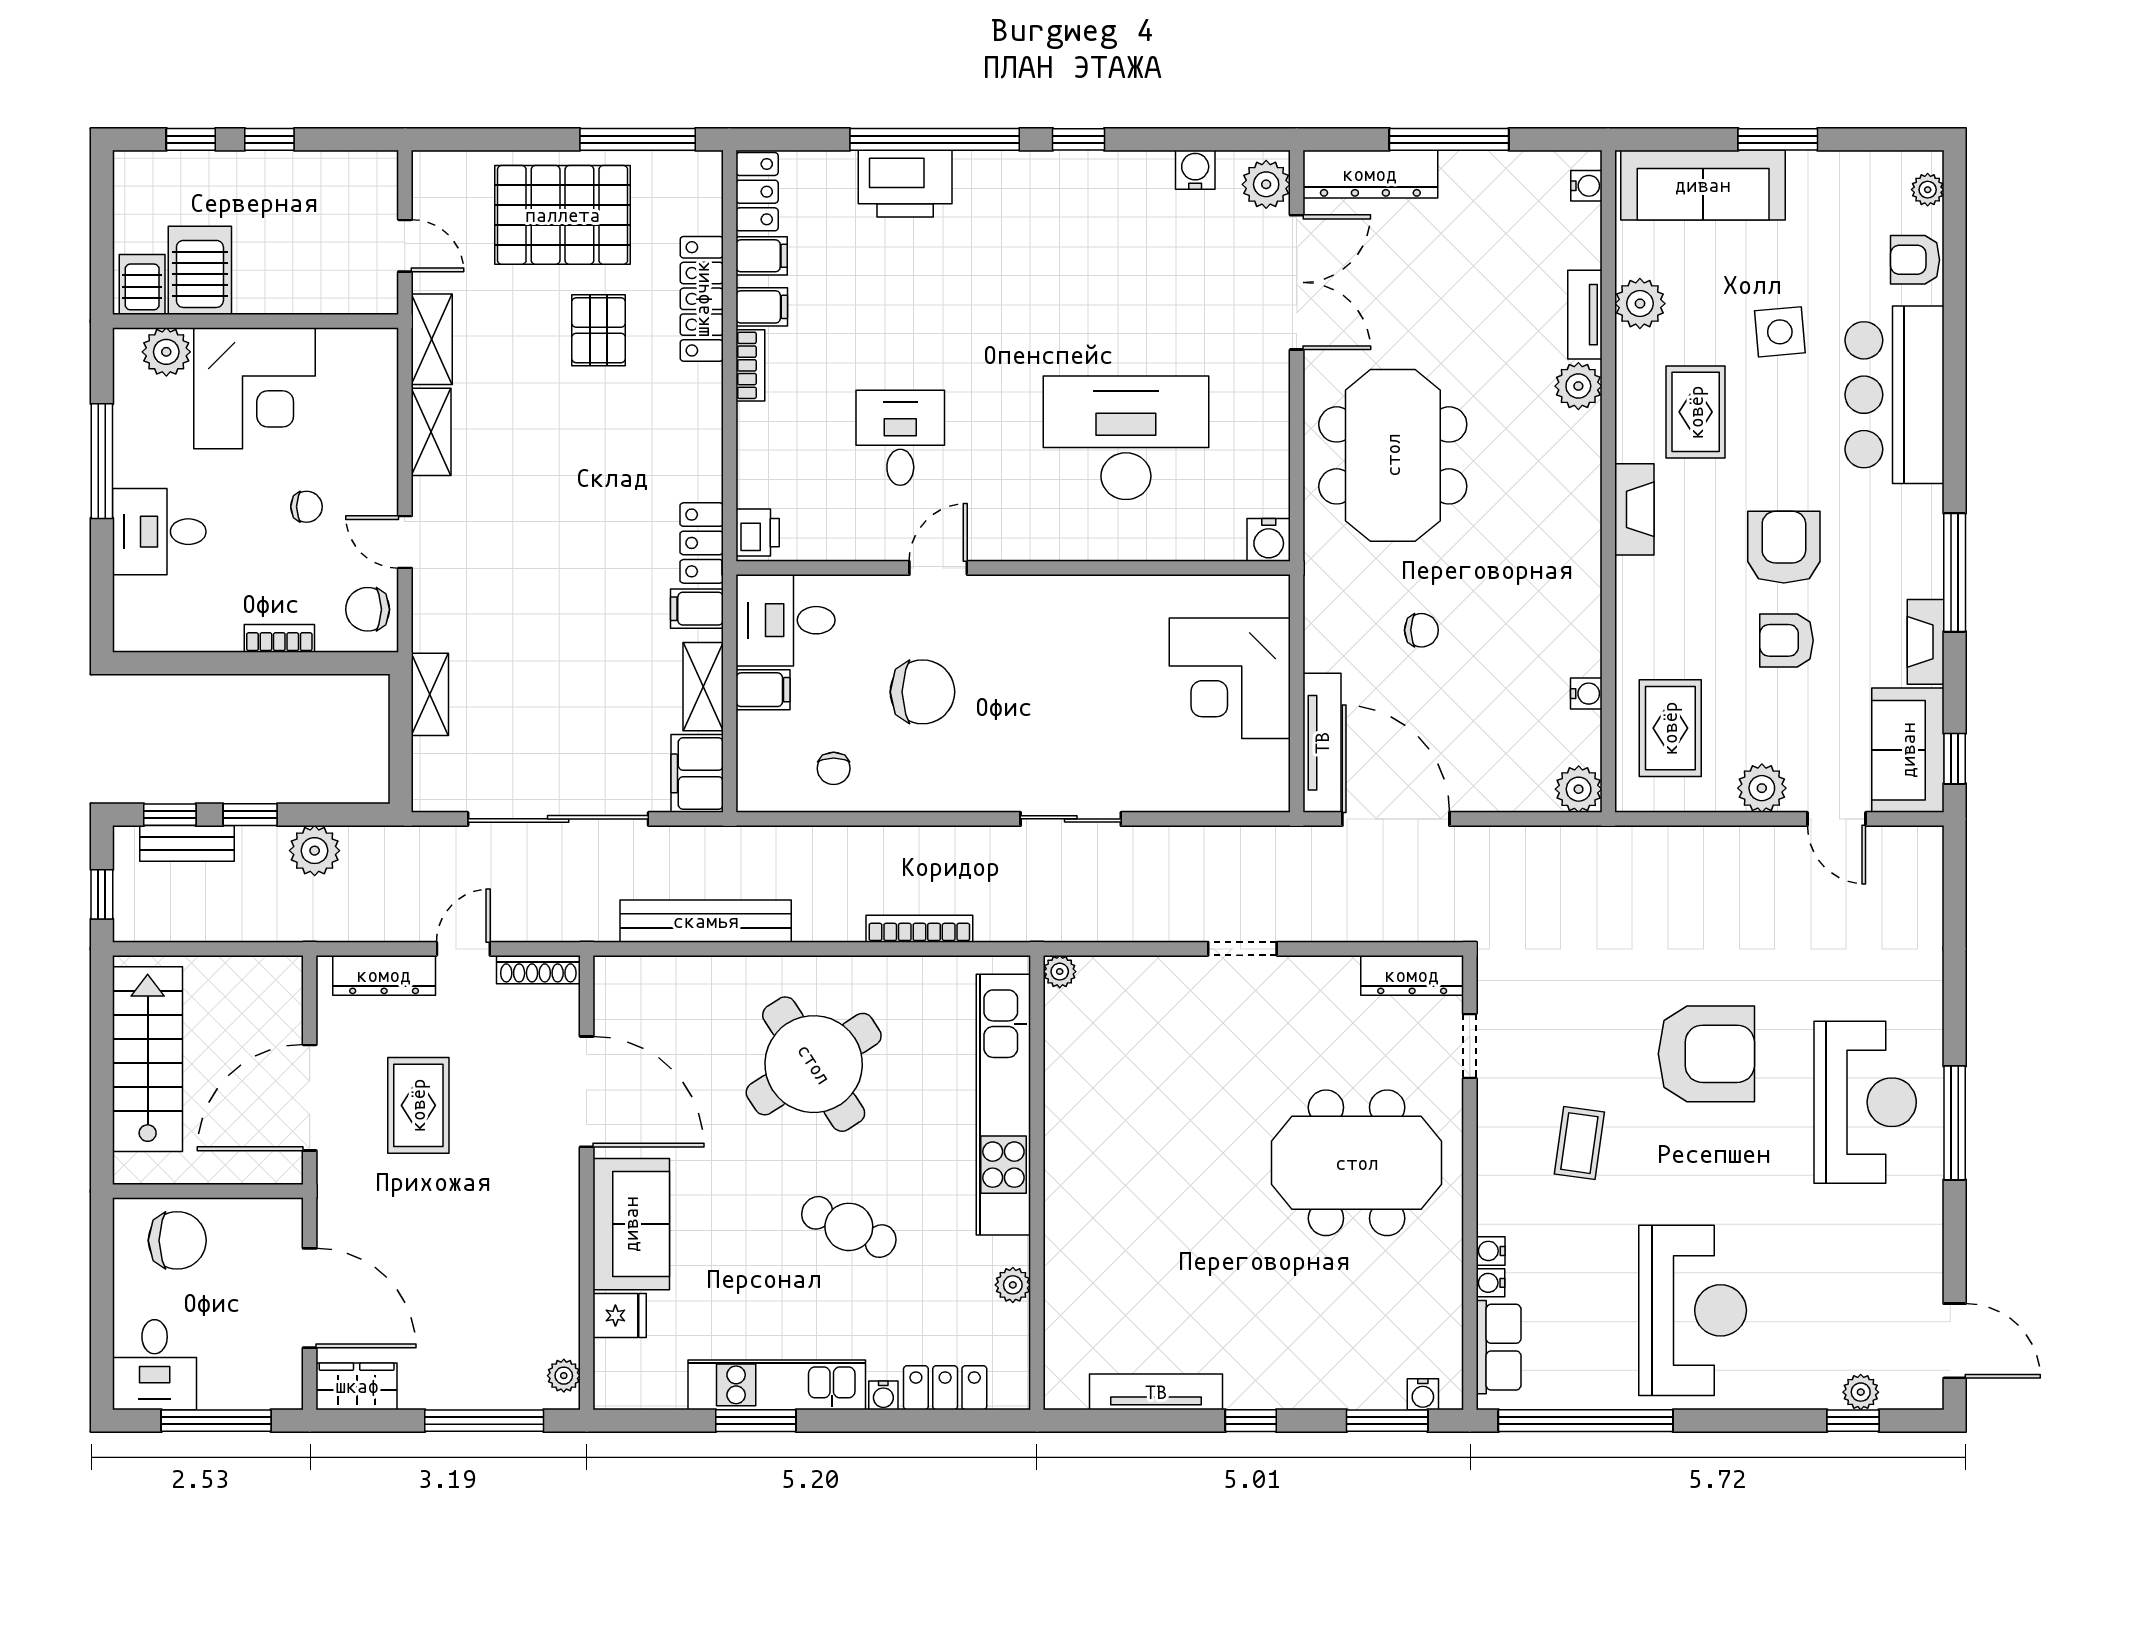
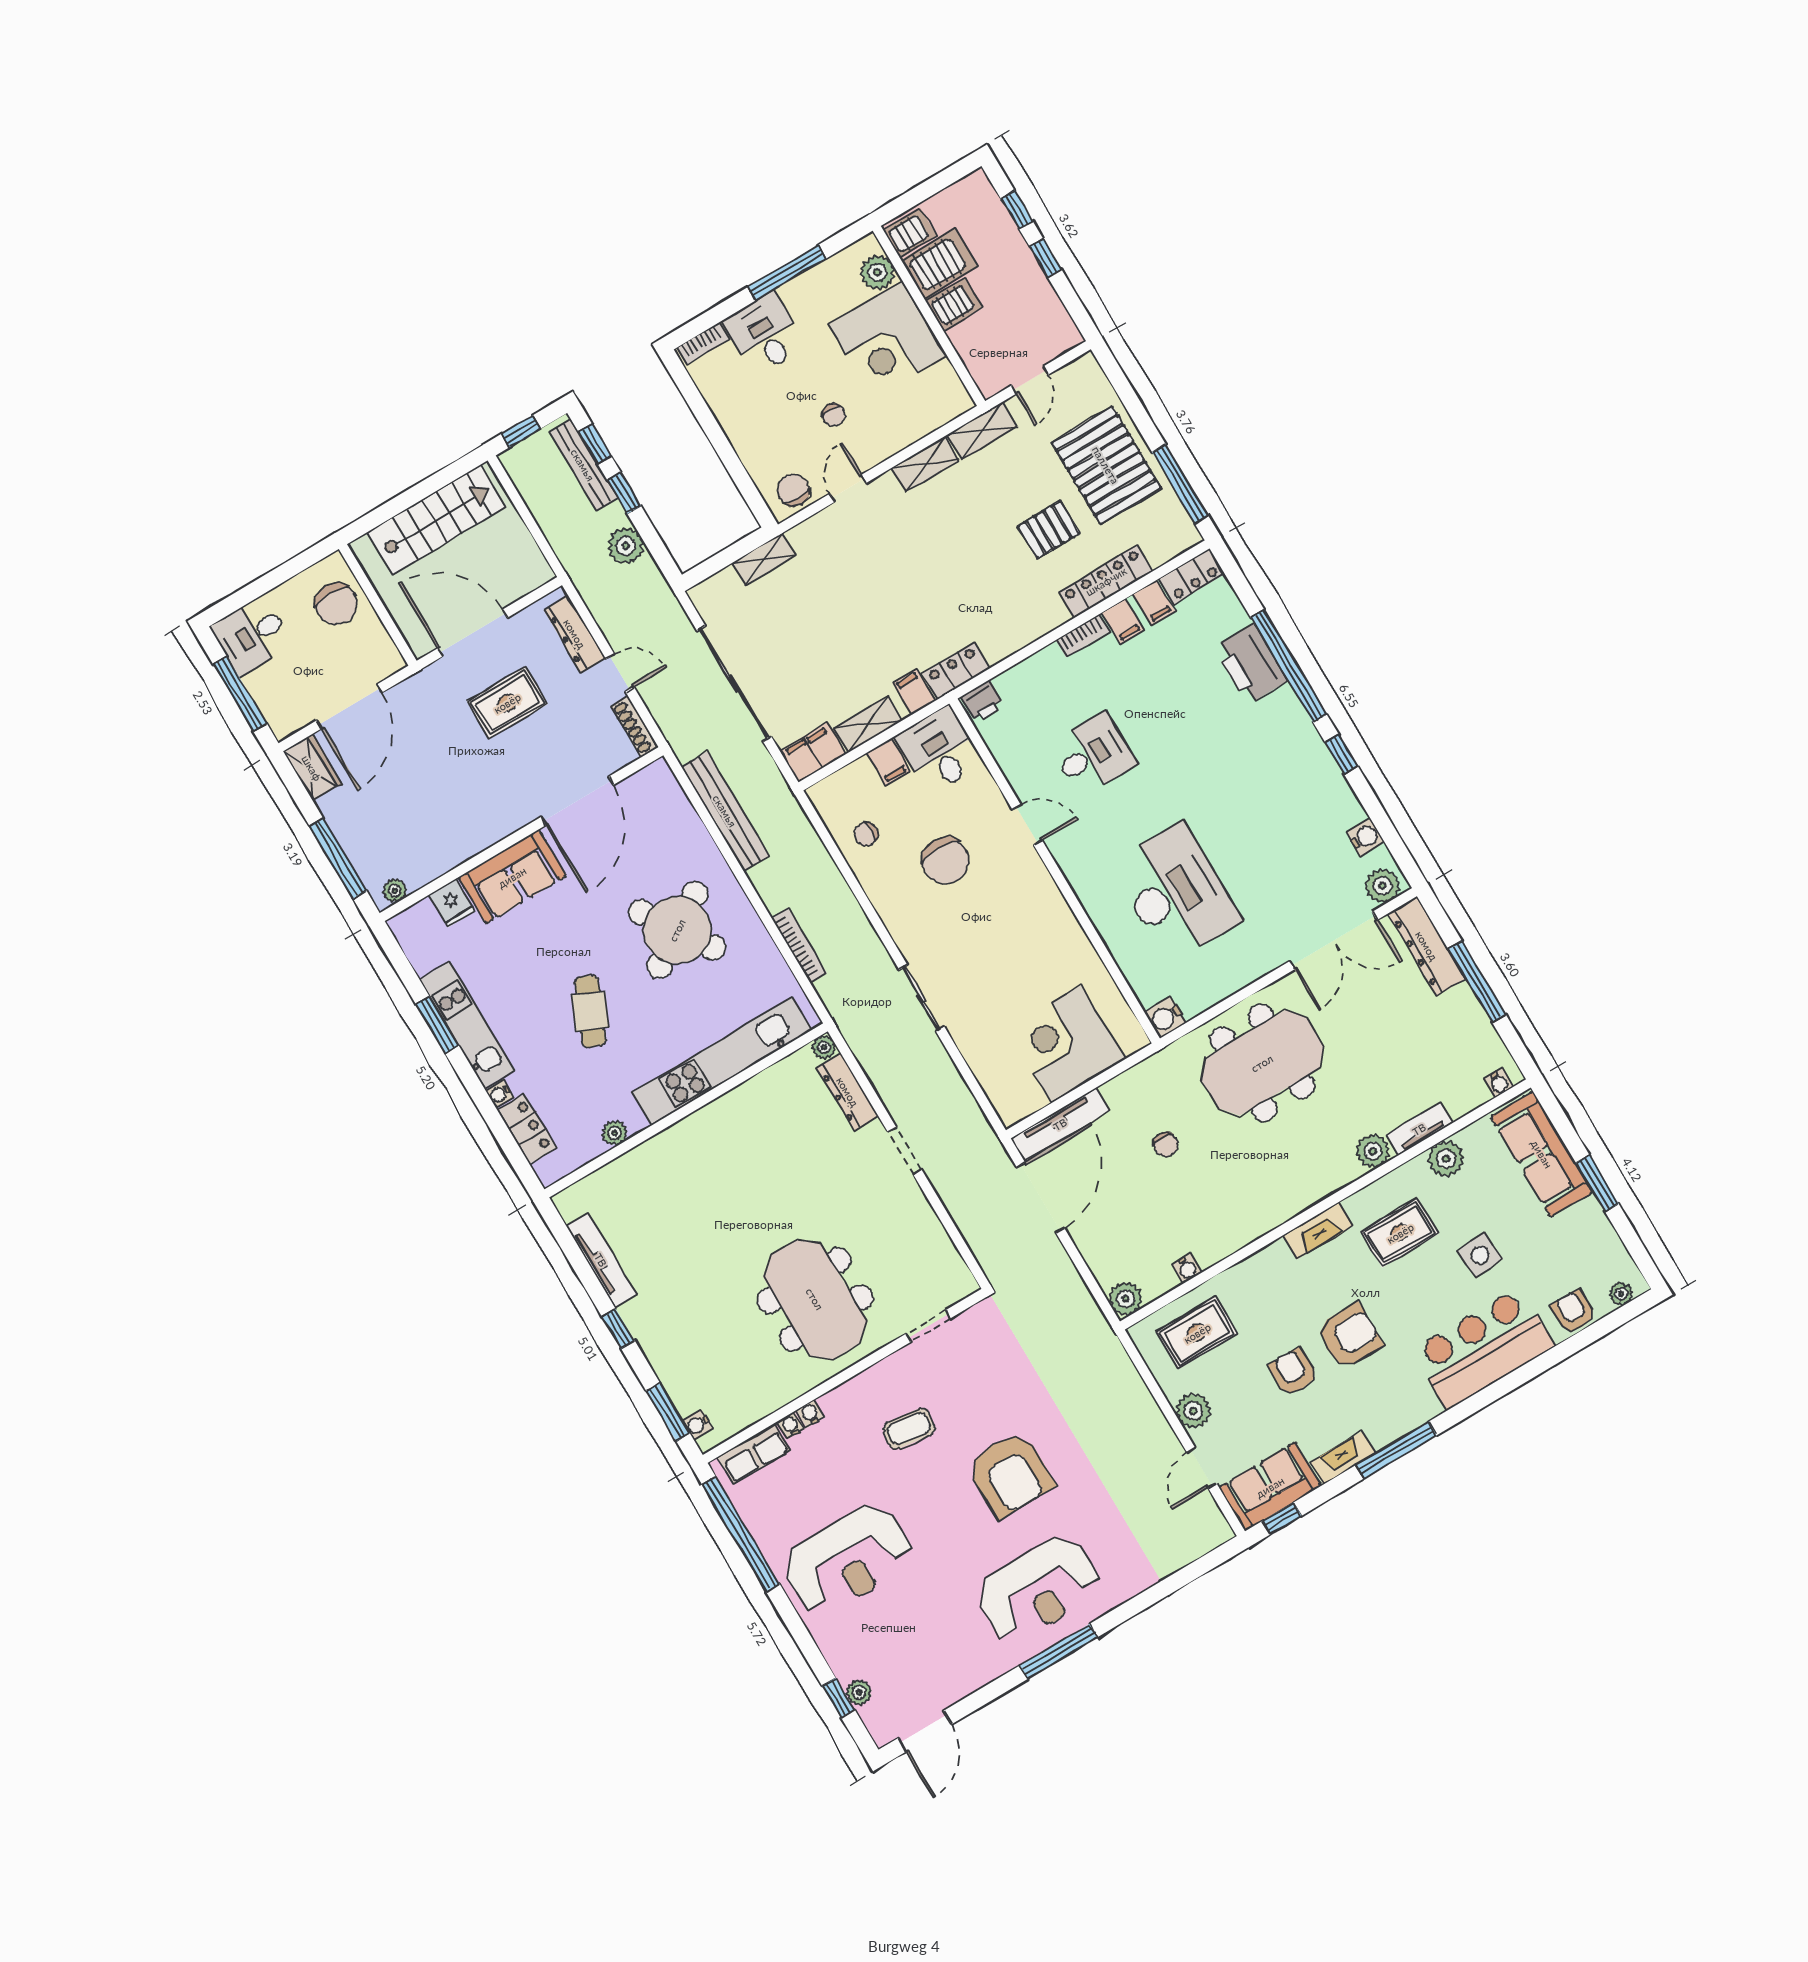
server rack: (259, 282) -> (954, 304), added
bookcase: (279, 638) -> (703, 344), moved, turned 90
bench: (187, 843) -> (583, 465), width x1.36
dresser: (1412, 975) -> (848, 1092), moved

